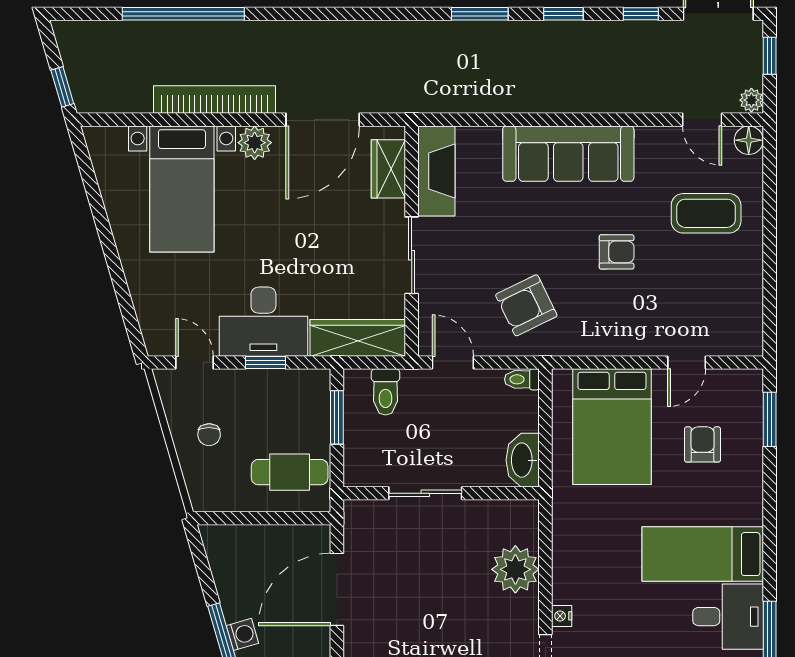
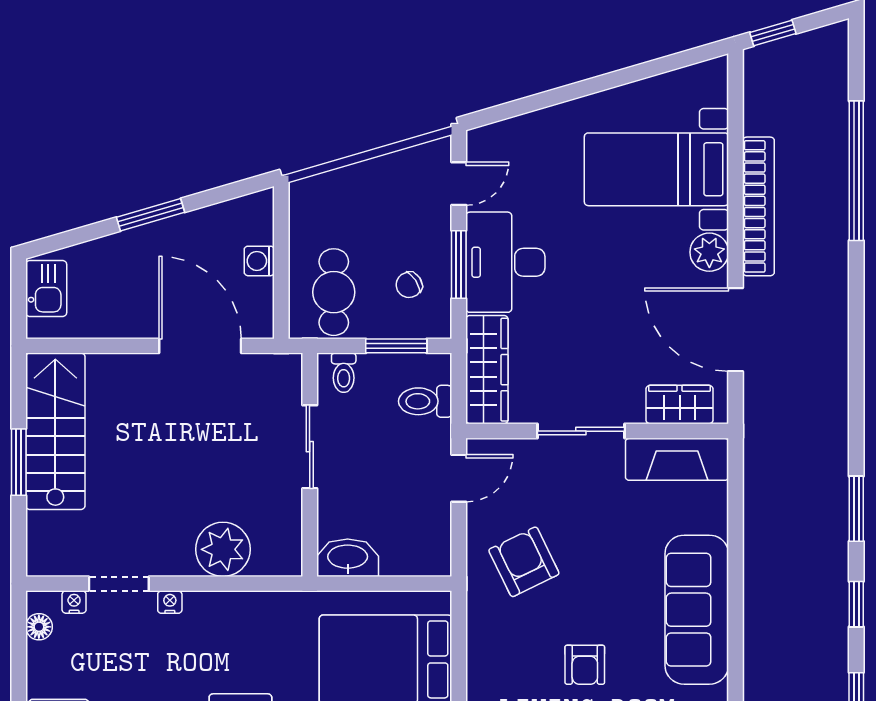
window: (265, 362) -> (459, 265), width x1.50
toilet: (522, 379) -> (344, 373), moved, turned 180
chair: (209, 435) -> (409, 285), moved, turned -33
washing machine: (242, 634) -> (259, 261), moved, turned 106

